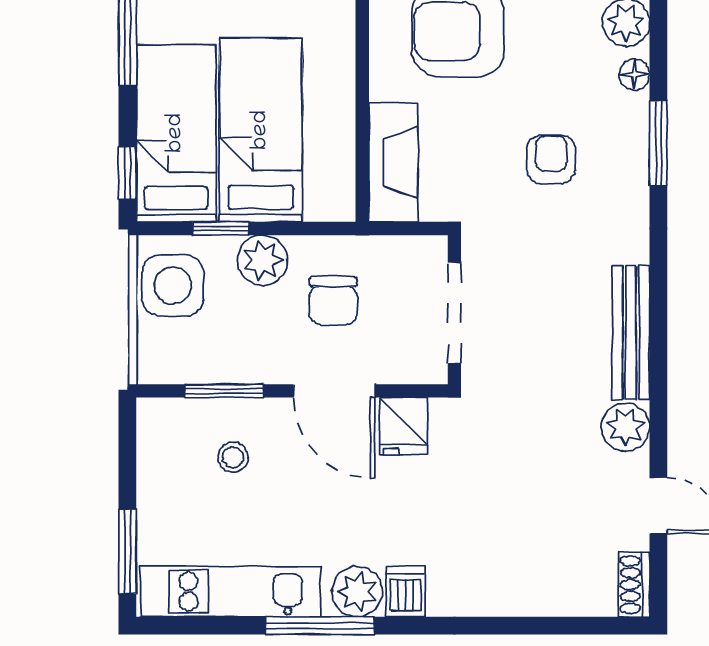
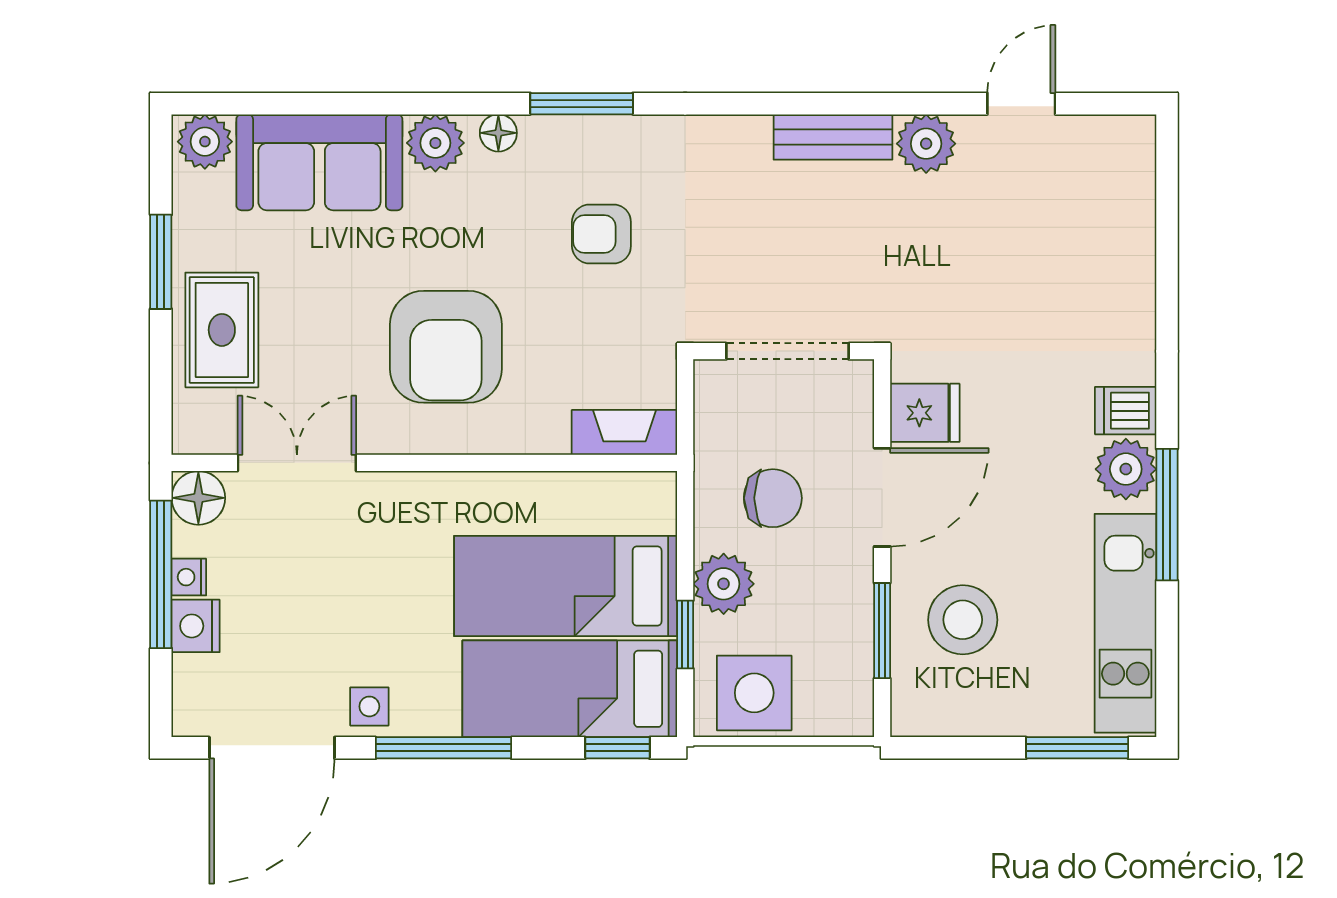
fireplace: (393, 162) -> (624, 432), width x0.73, depth x0.76
bench: (631, 333) -> (833, 137), width x0.73
stool: (233, 457) -> (963, 620), width x1.89, depth x1.89
shoe rack: (634, 585) -> (1117, 133), removed

